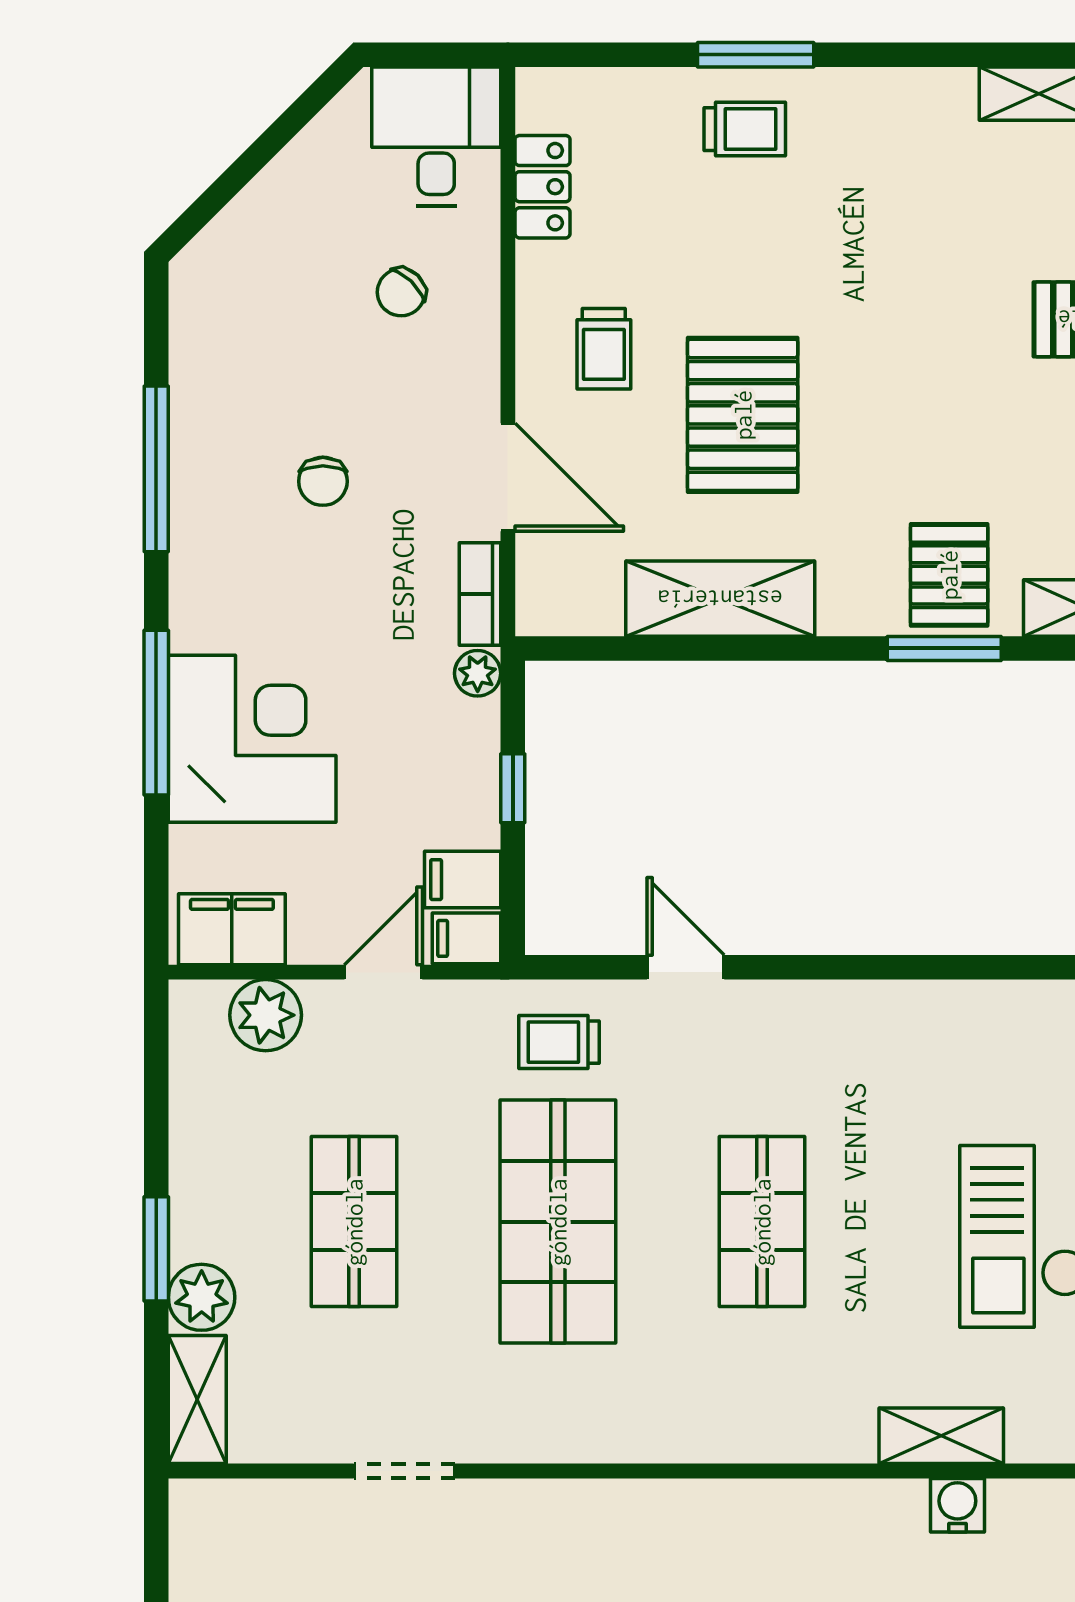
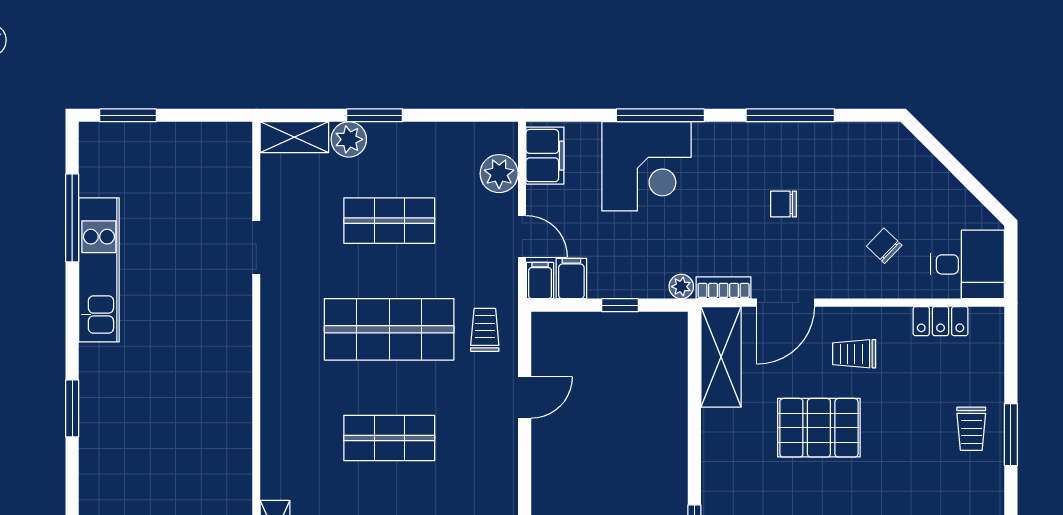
shelving: (720, 599) -> (721, 357), moved

